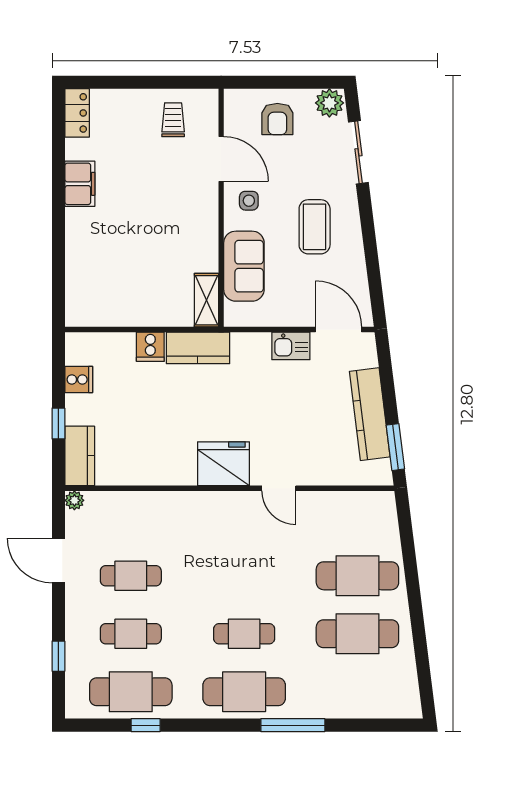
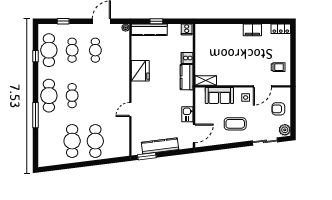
cooker: (79, 379) -> (187, 29), moved
kitchen counter: (80, 456) -> (149, 30), width x1.50
fridge: (223, 464) -> (140, 71), moved

